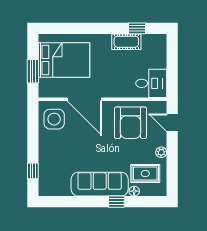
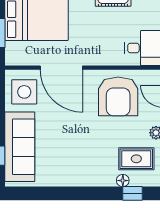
sofa: (100, 184) -> (20, 147), moved, turned 90
window: (116, 202) -> (132, 193), moved

